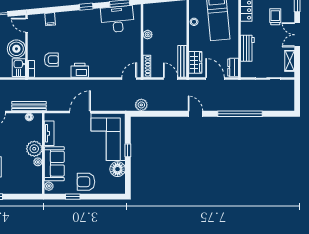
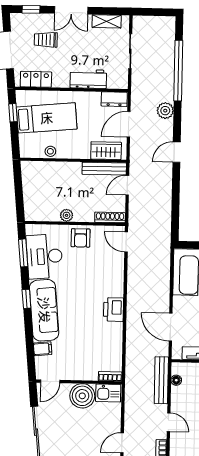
sofa: (78, 20) -> (44, 310), added
armchair: (51, 60) -> (81, 238), moved, turned 180
plant: (141, 105) -> (165, 111), moved
door: (80, 112) -> (171, 327), moved
window: (240, 114) -> (178, 71), moved

